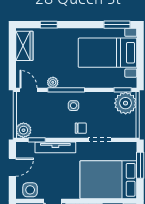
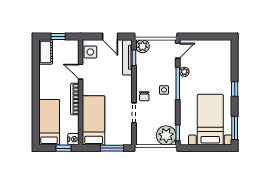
window: (49, 25) -> (235, 89), moved
wardrobe: (24, 46) -> (216, 47), removed
tv unit: (55, 147) -> (127, 57), moved
bed: (108, 180) -> (94, 120), width x0.67

